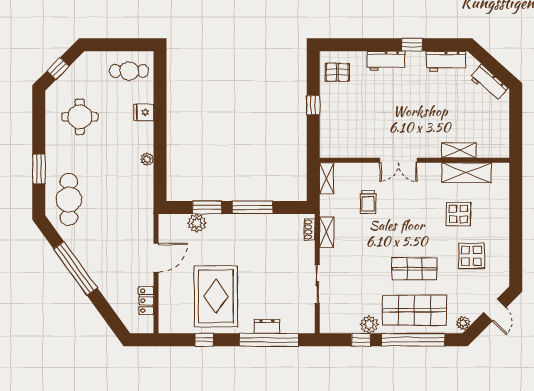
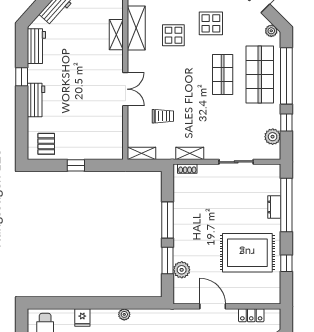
plant: (369, 324) -> (273, 137), moved

